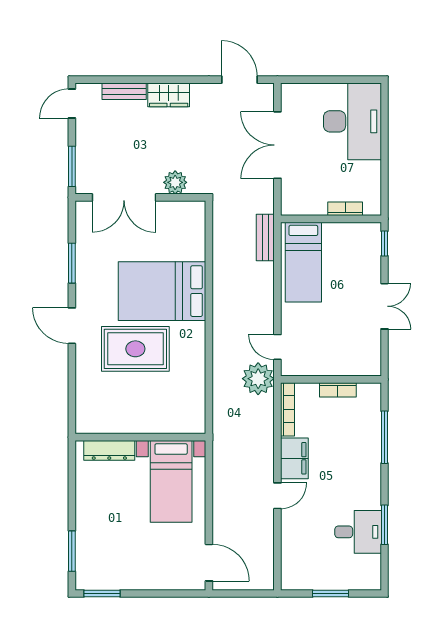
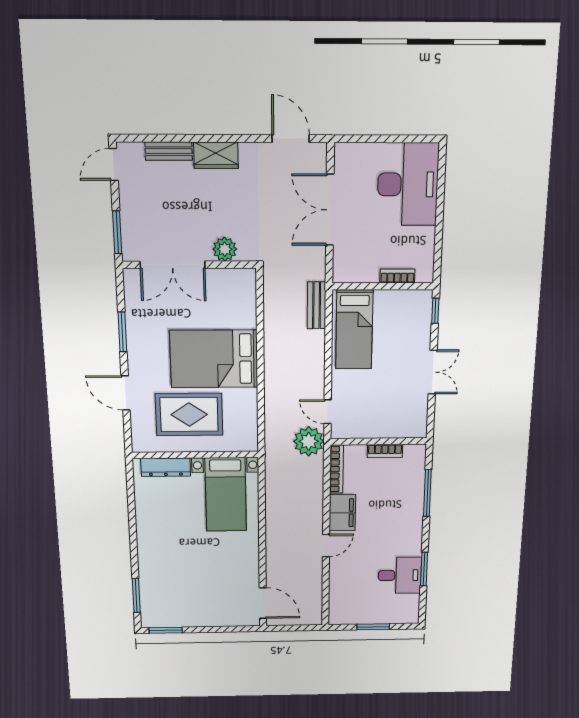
wall: (140, 437) -> (195, 455), moved
dresser: (109, 450) -> (166, 467), moved
bed with nightstands: (171, 481) -> (226, 495), moved

